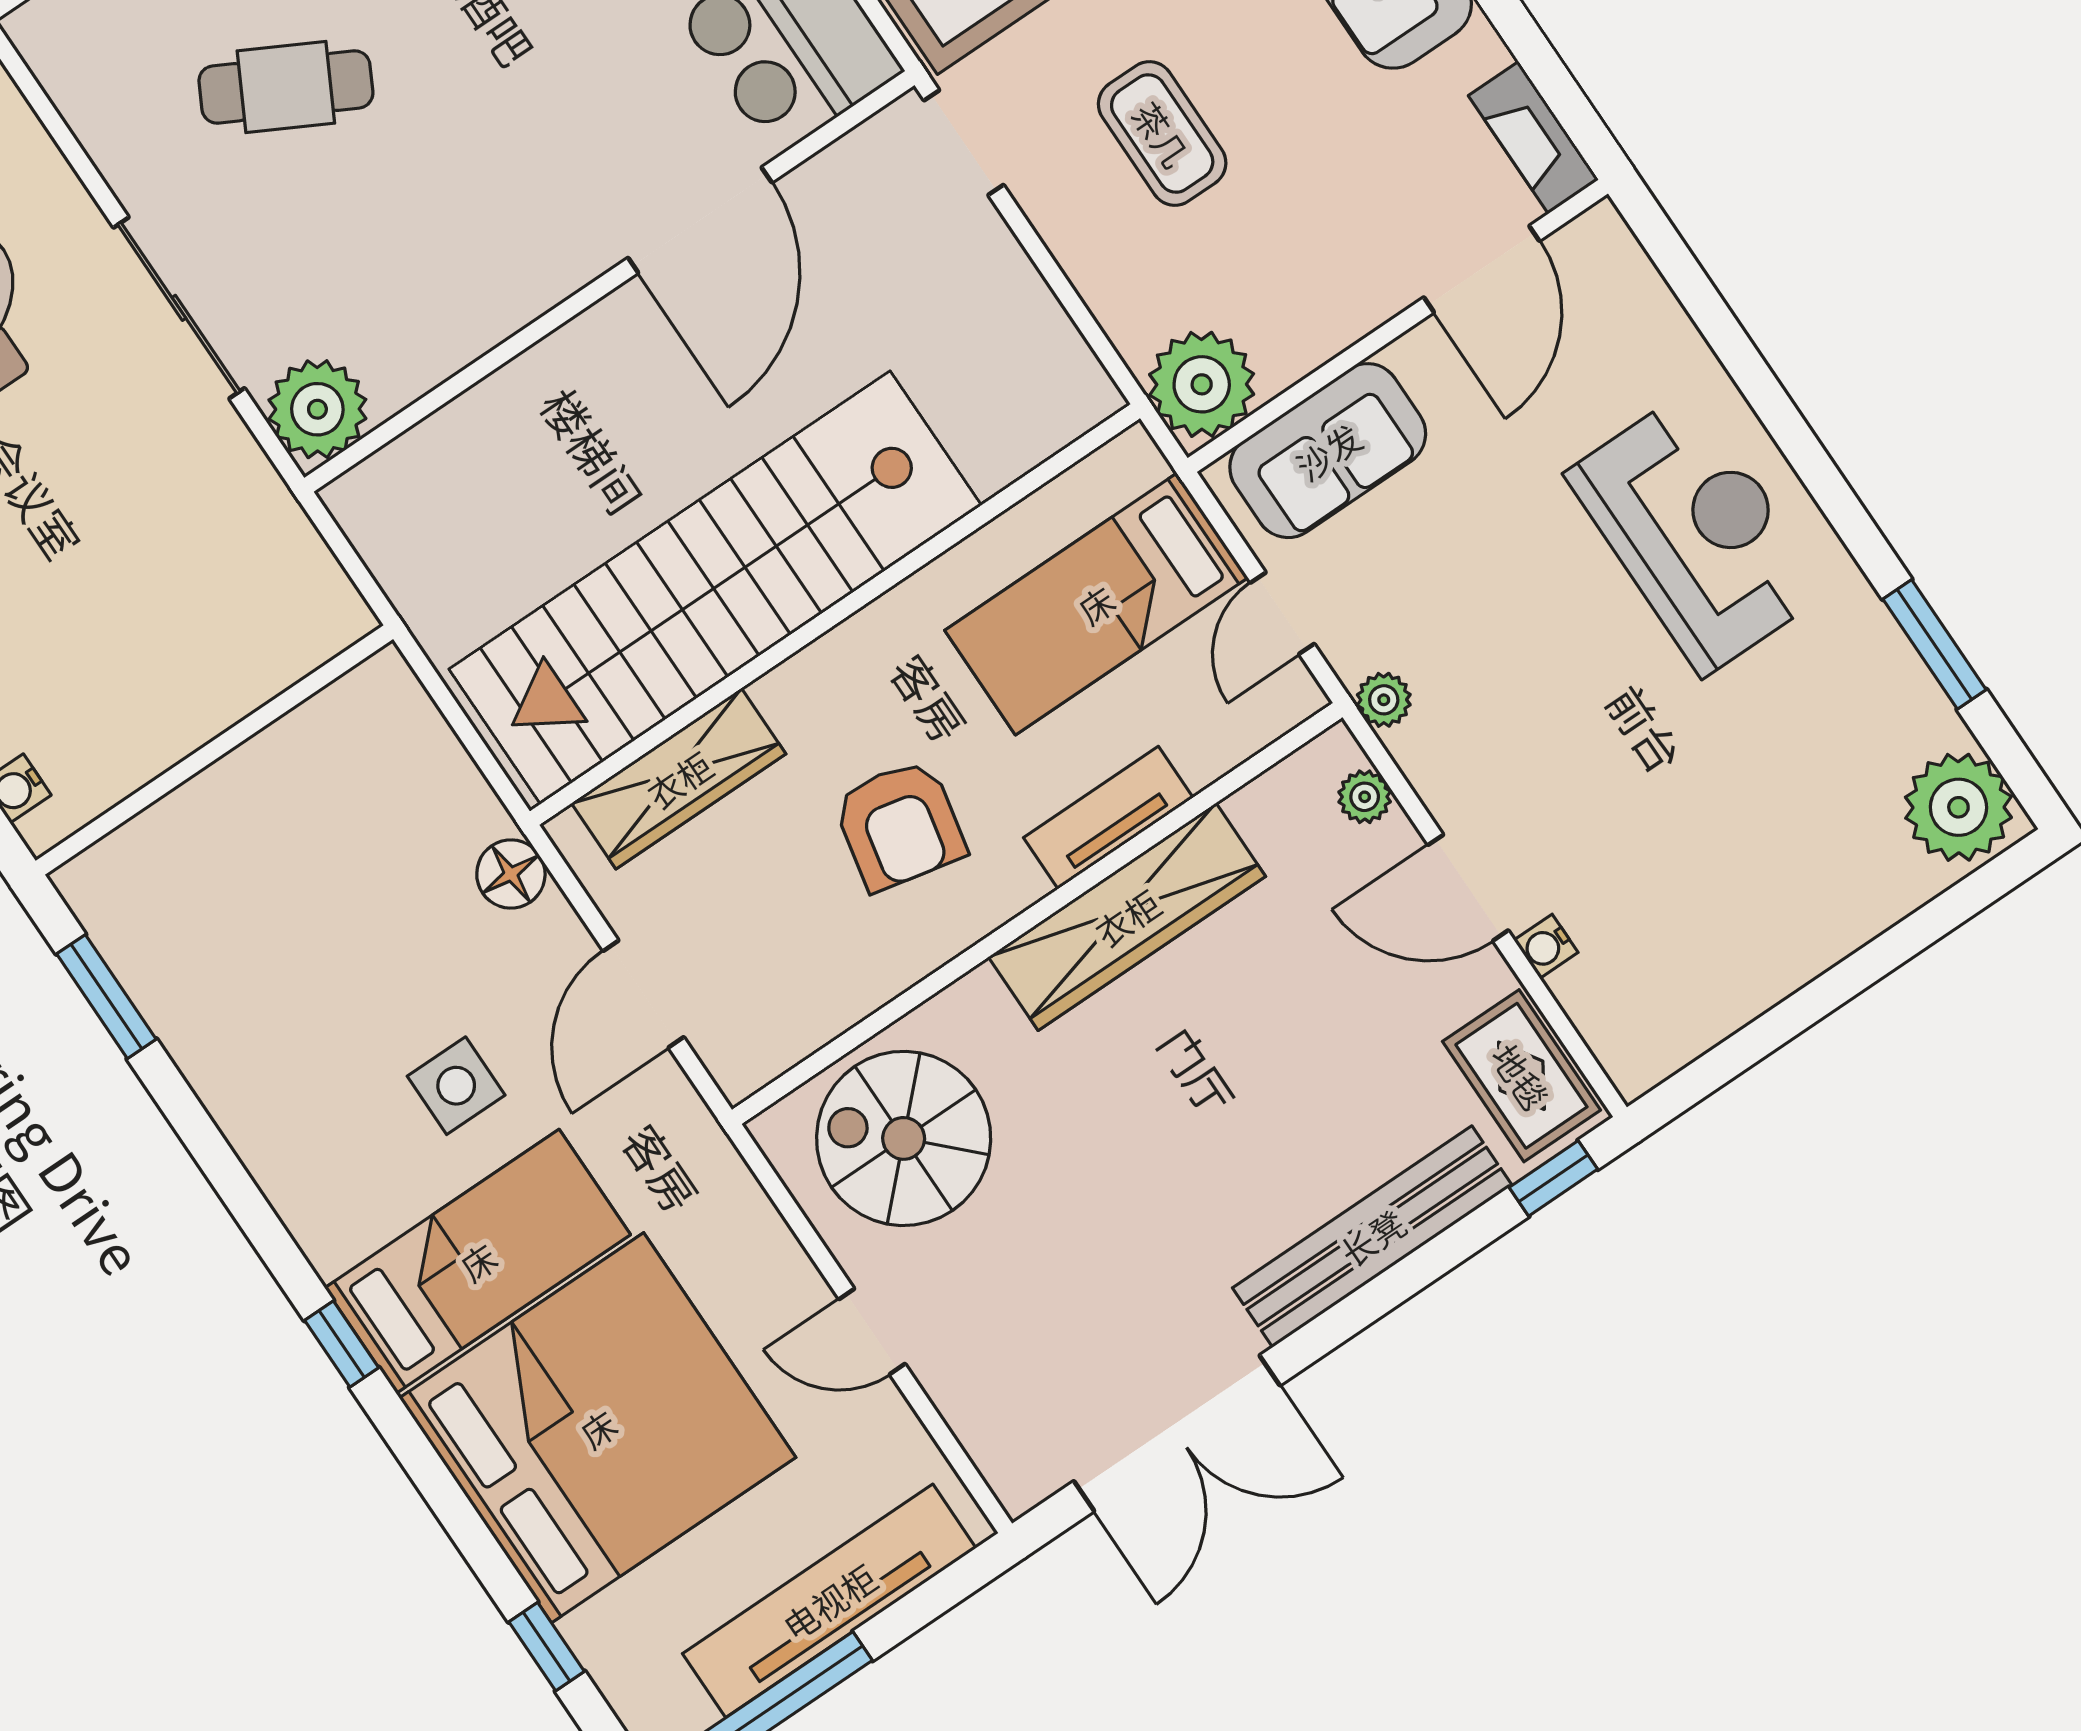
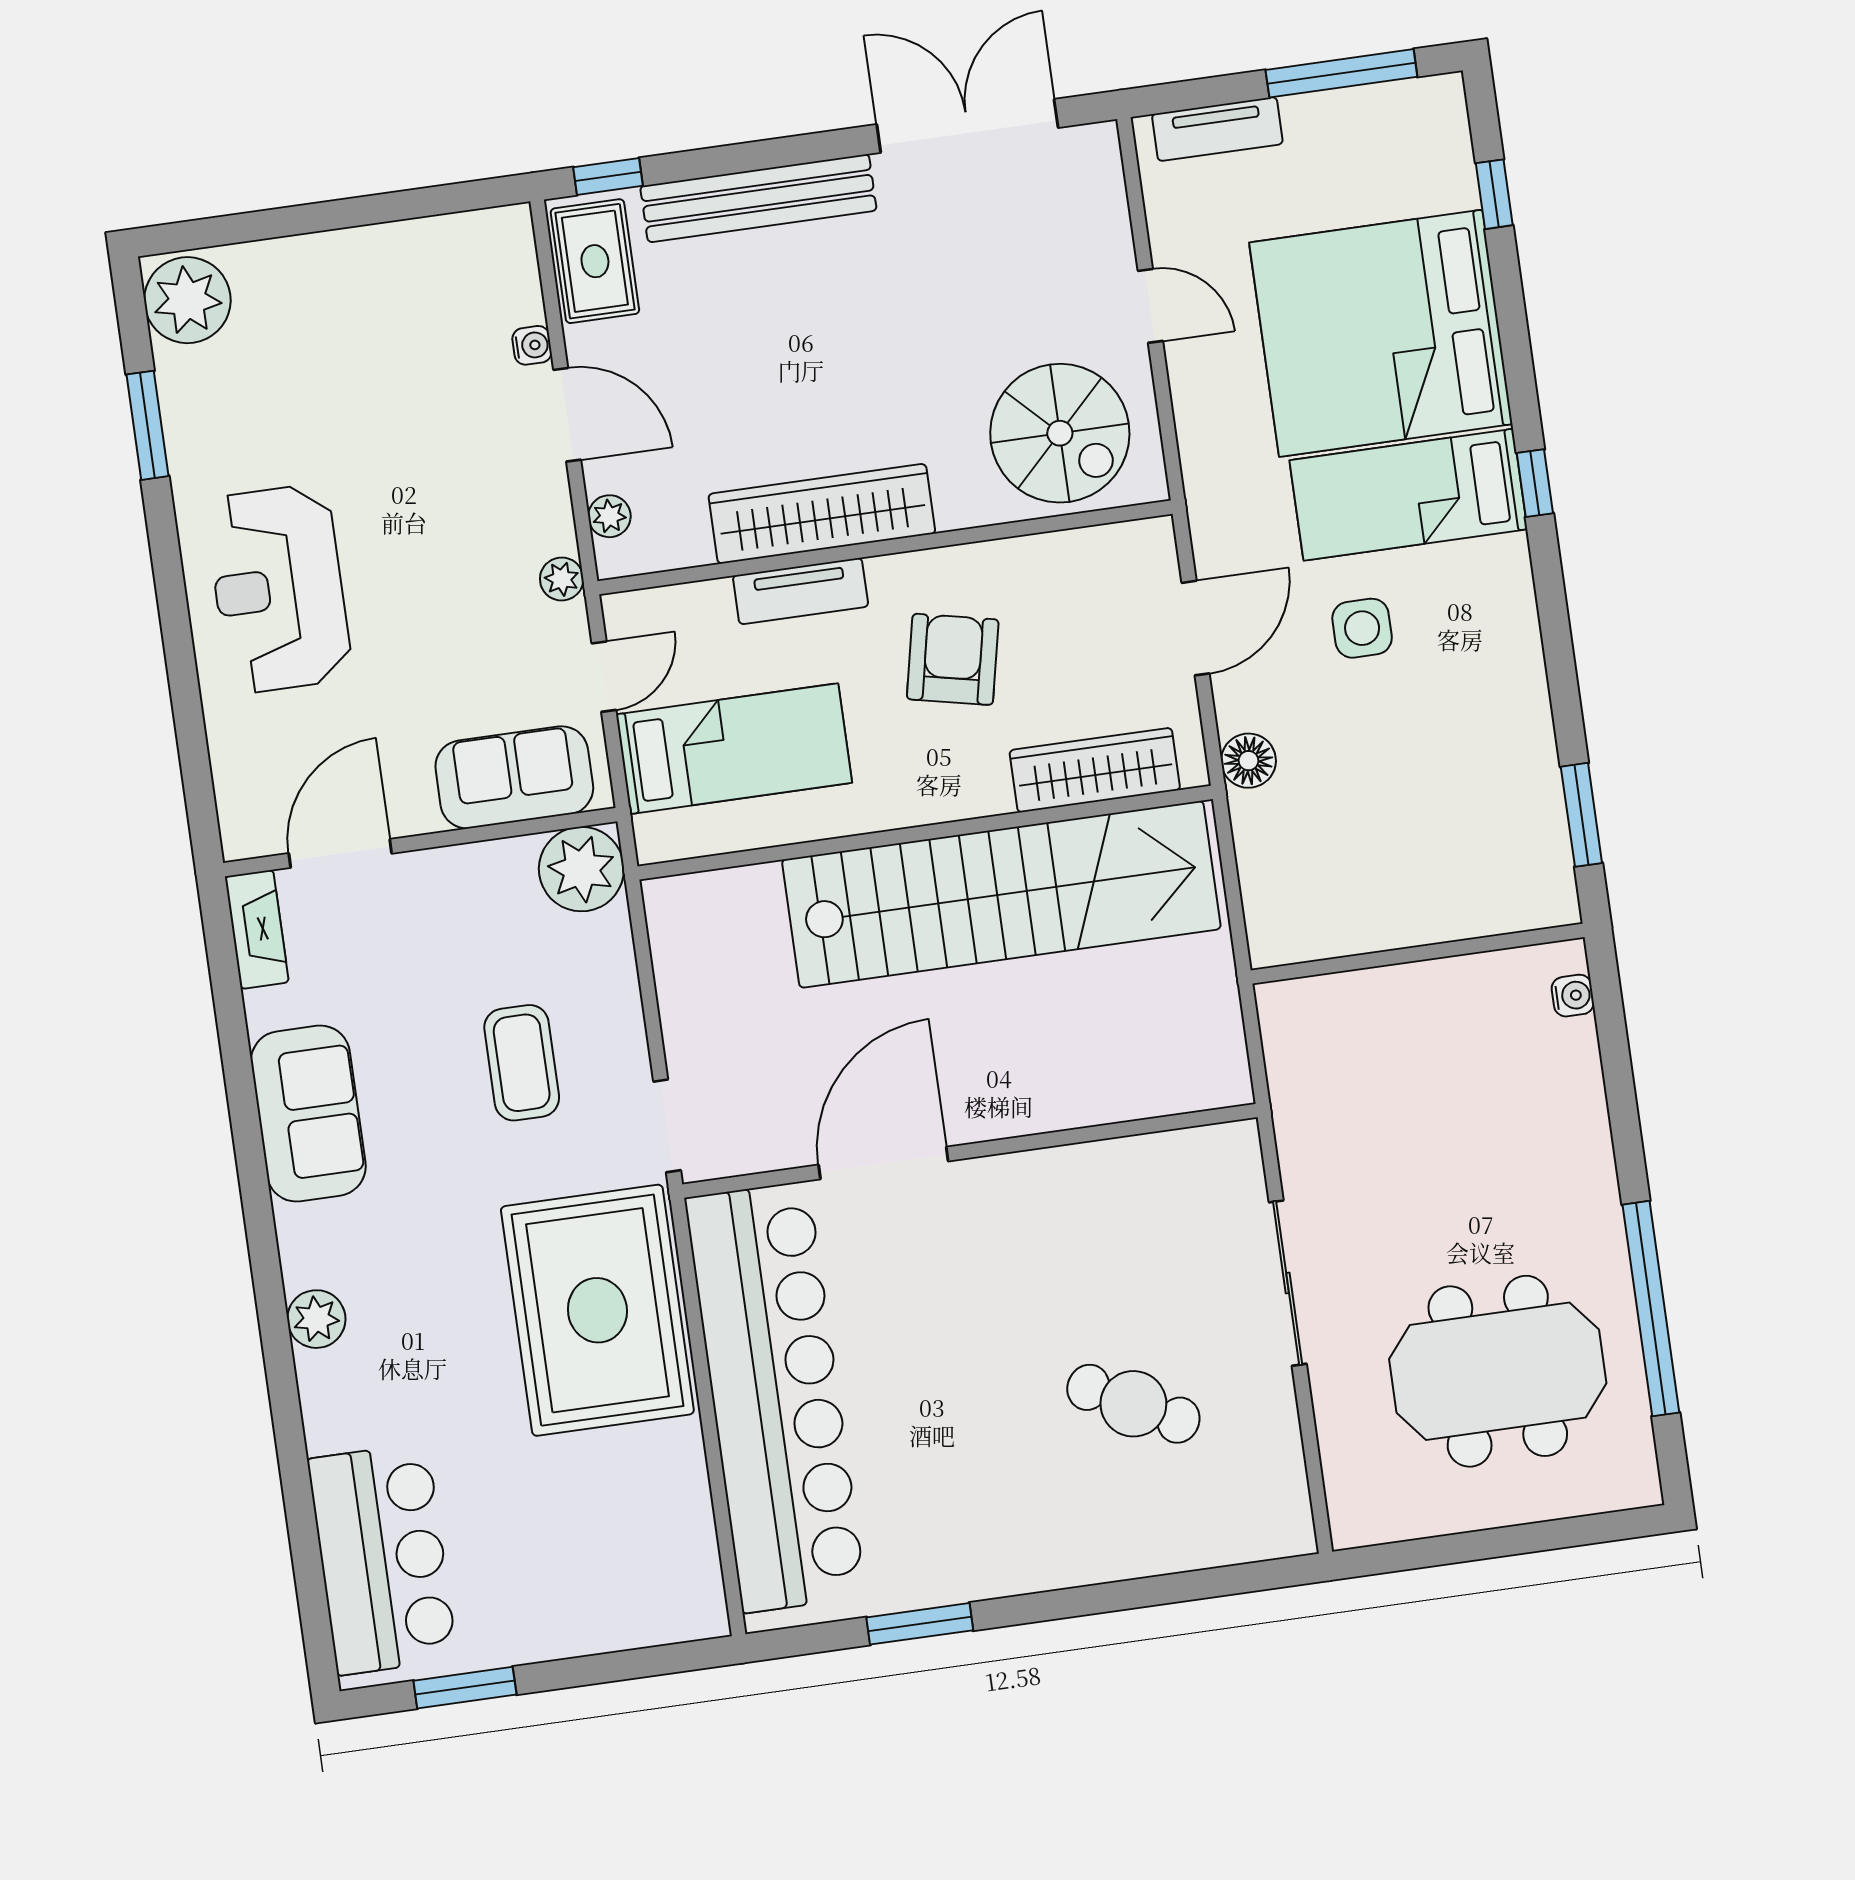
plant: (317, 409) -> (1224, 1162), removed
tv unit: (829, 1601) -> (1217, 129), width x0.52, depth x0.78

